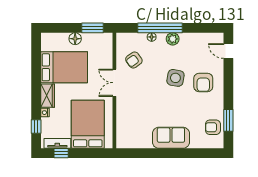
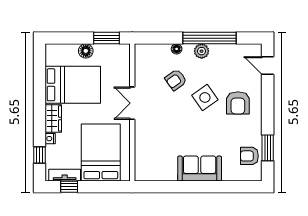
window: (160, 28) -> (209, 38), moved
armchair: (134, 60) -> (176, 80), moved
side table: (175, 78) -> (205, 97), turned 45

